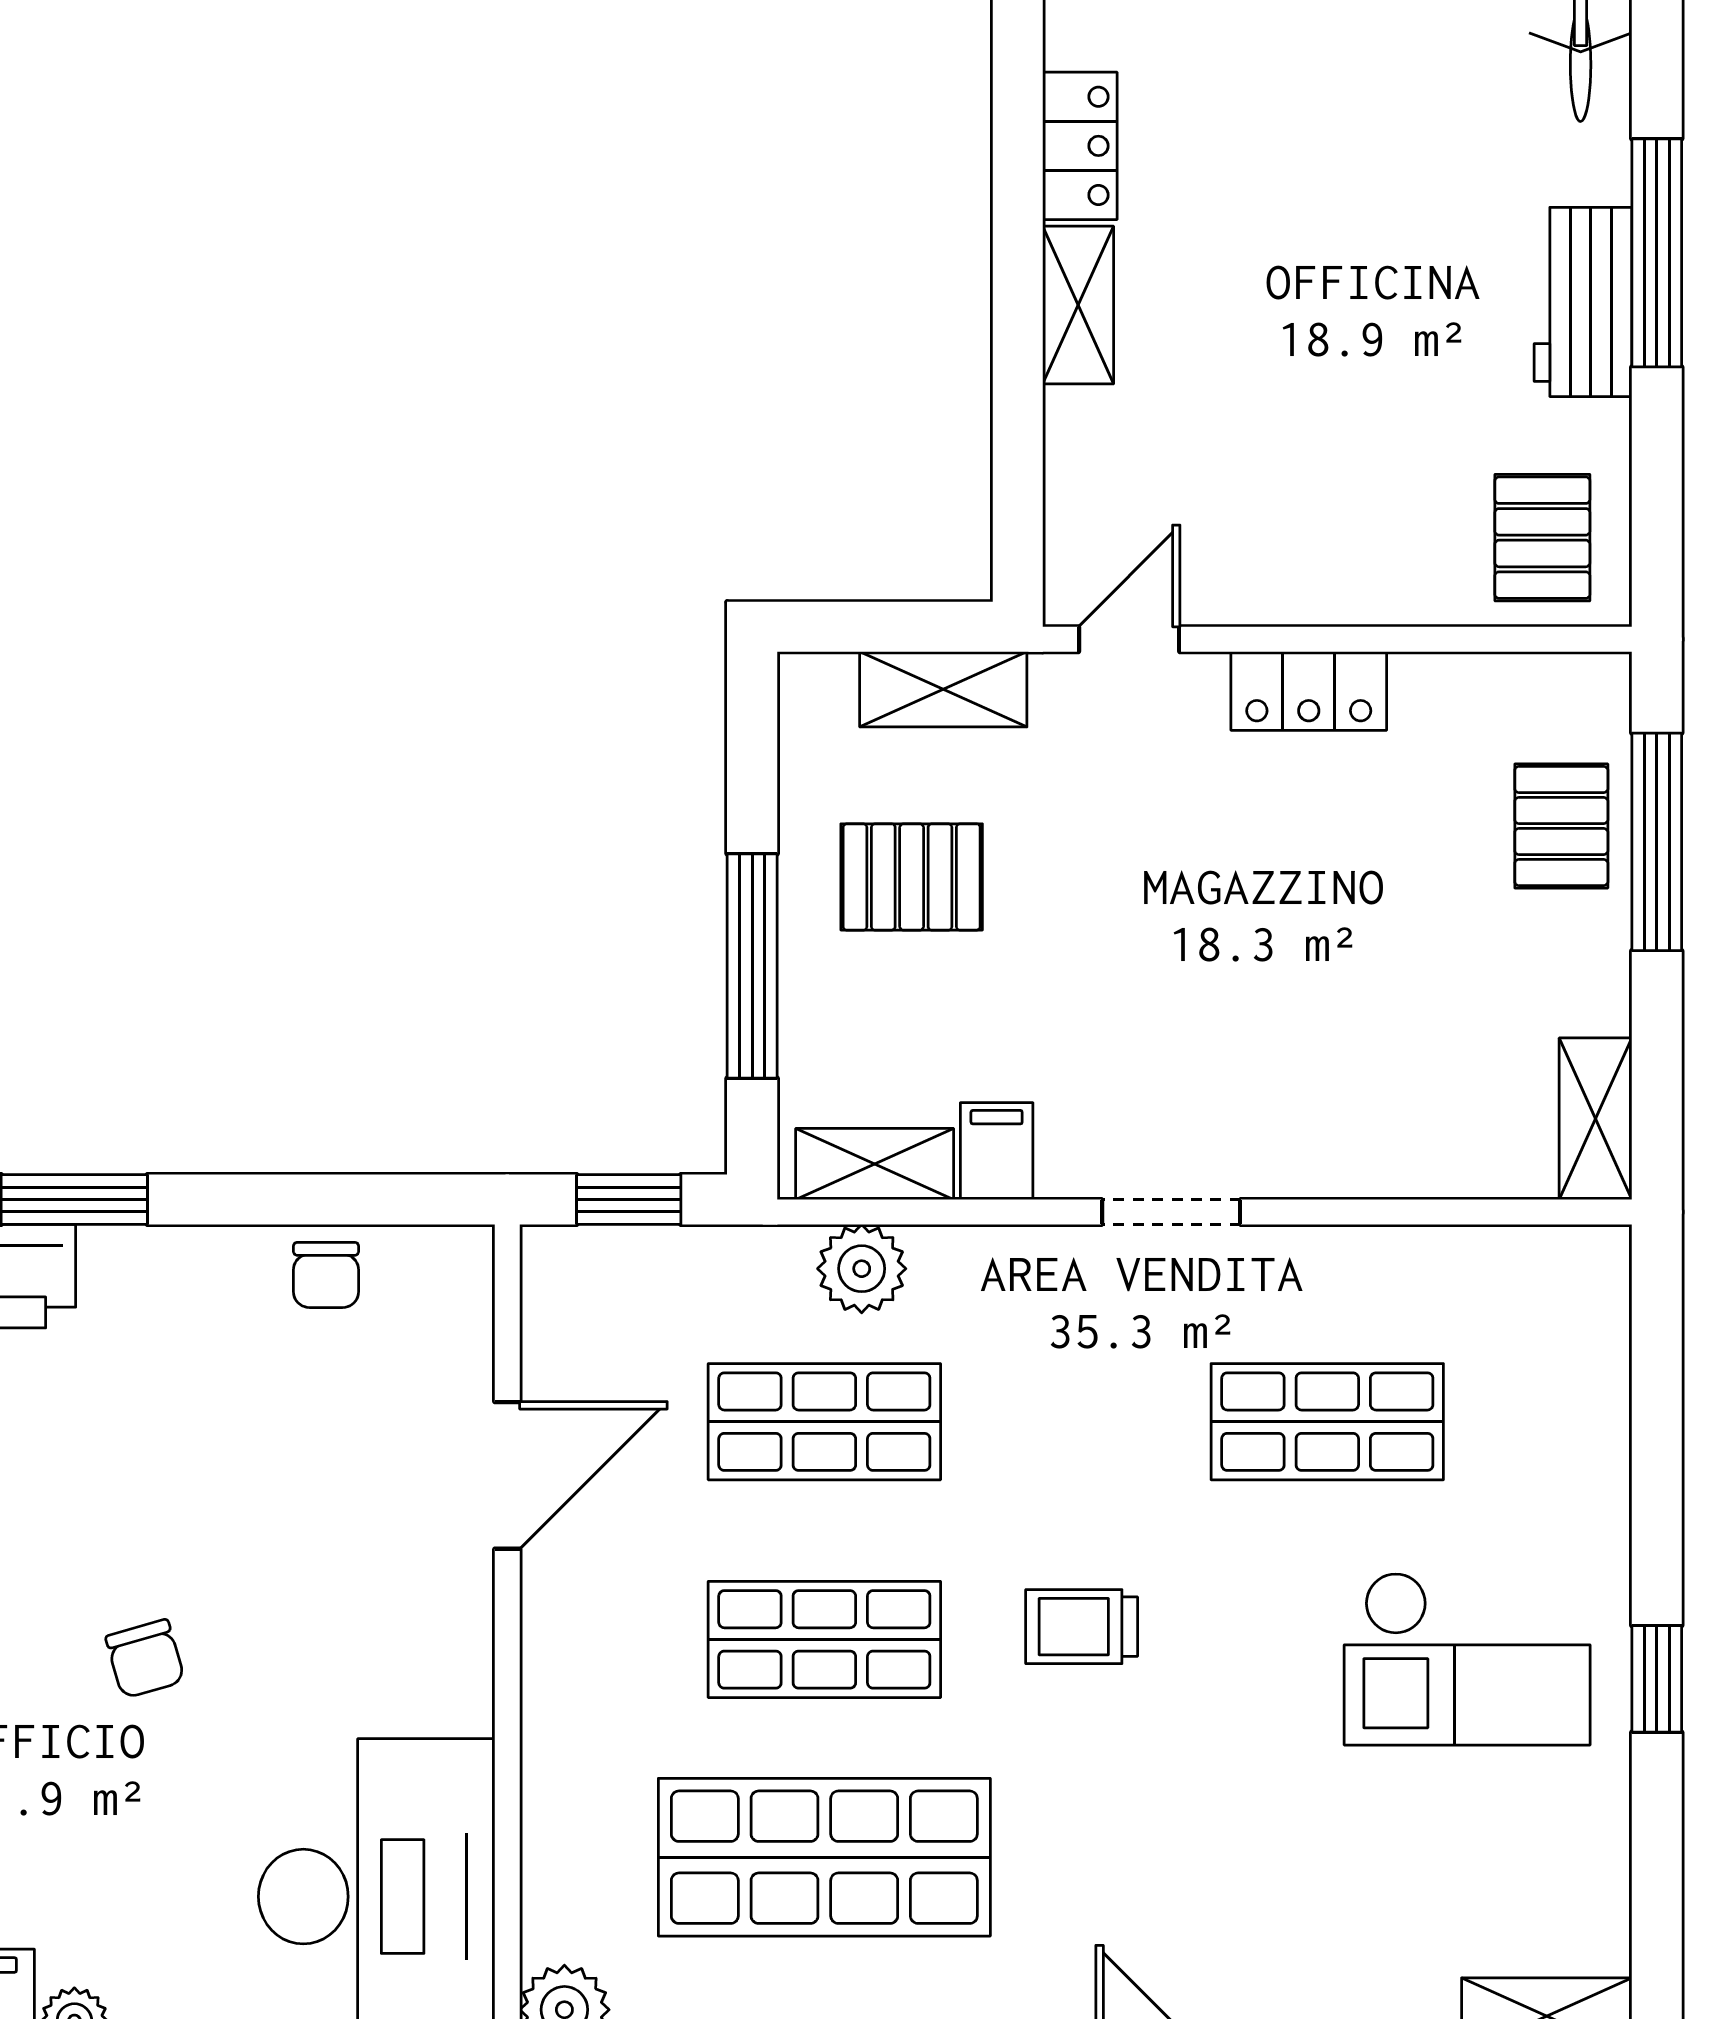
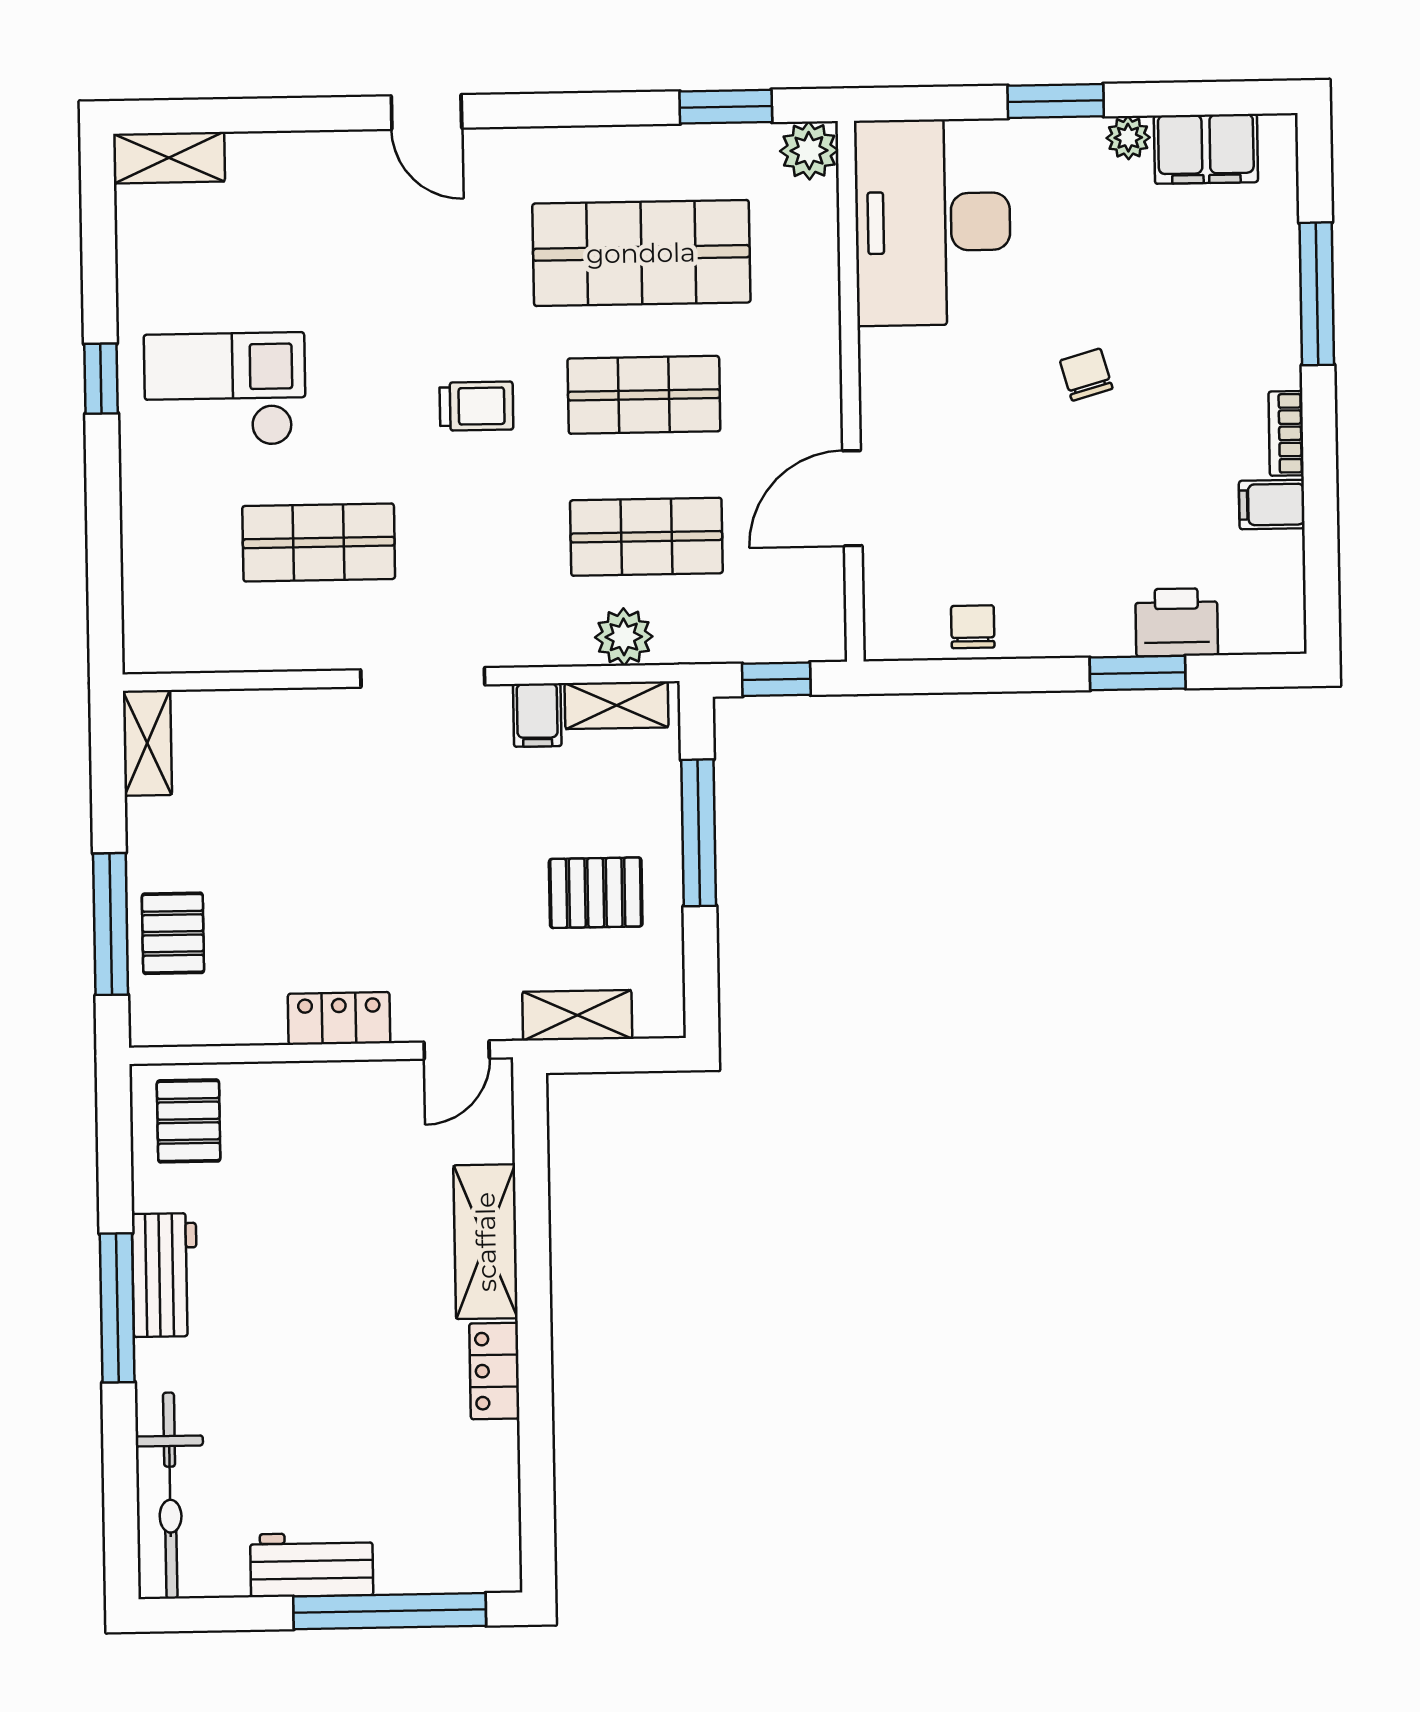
shelving: (1078, 305) -> (486, 1242), width x1.50, depth x1.33
doorway: (1171, 1212) -> (423, 677), width x1.38

